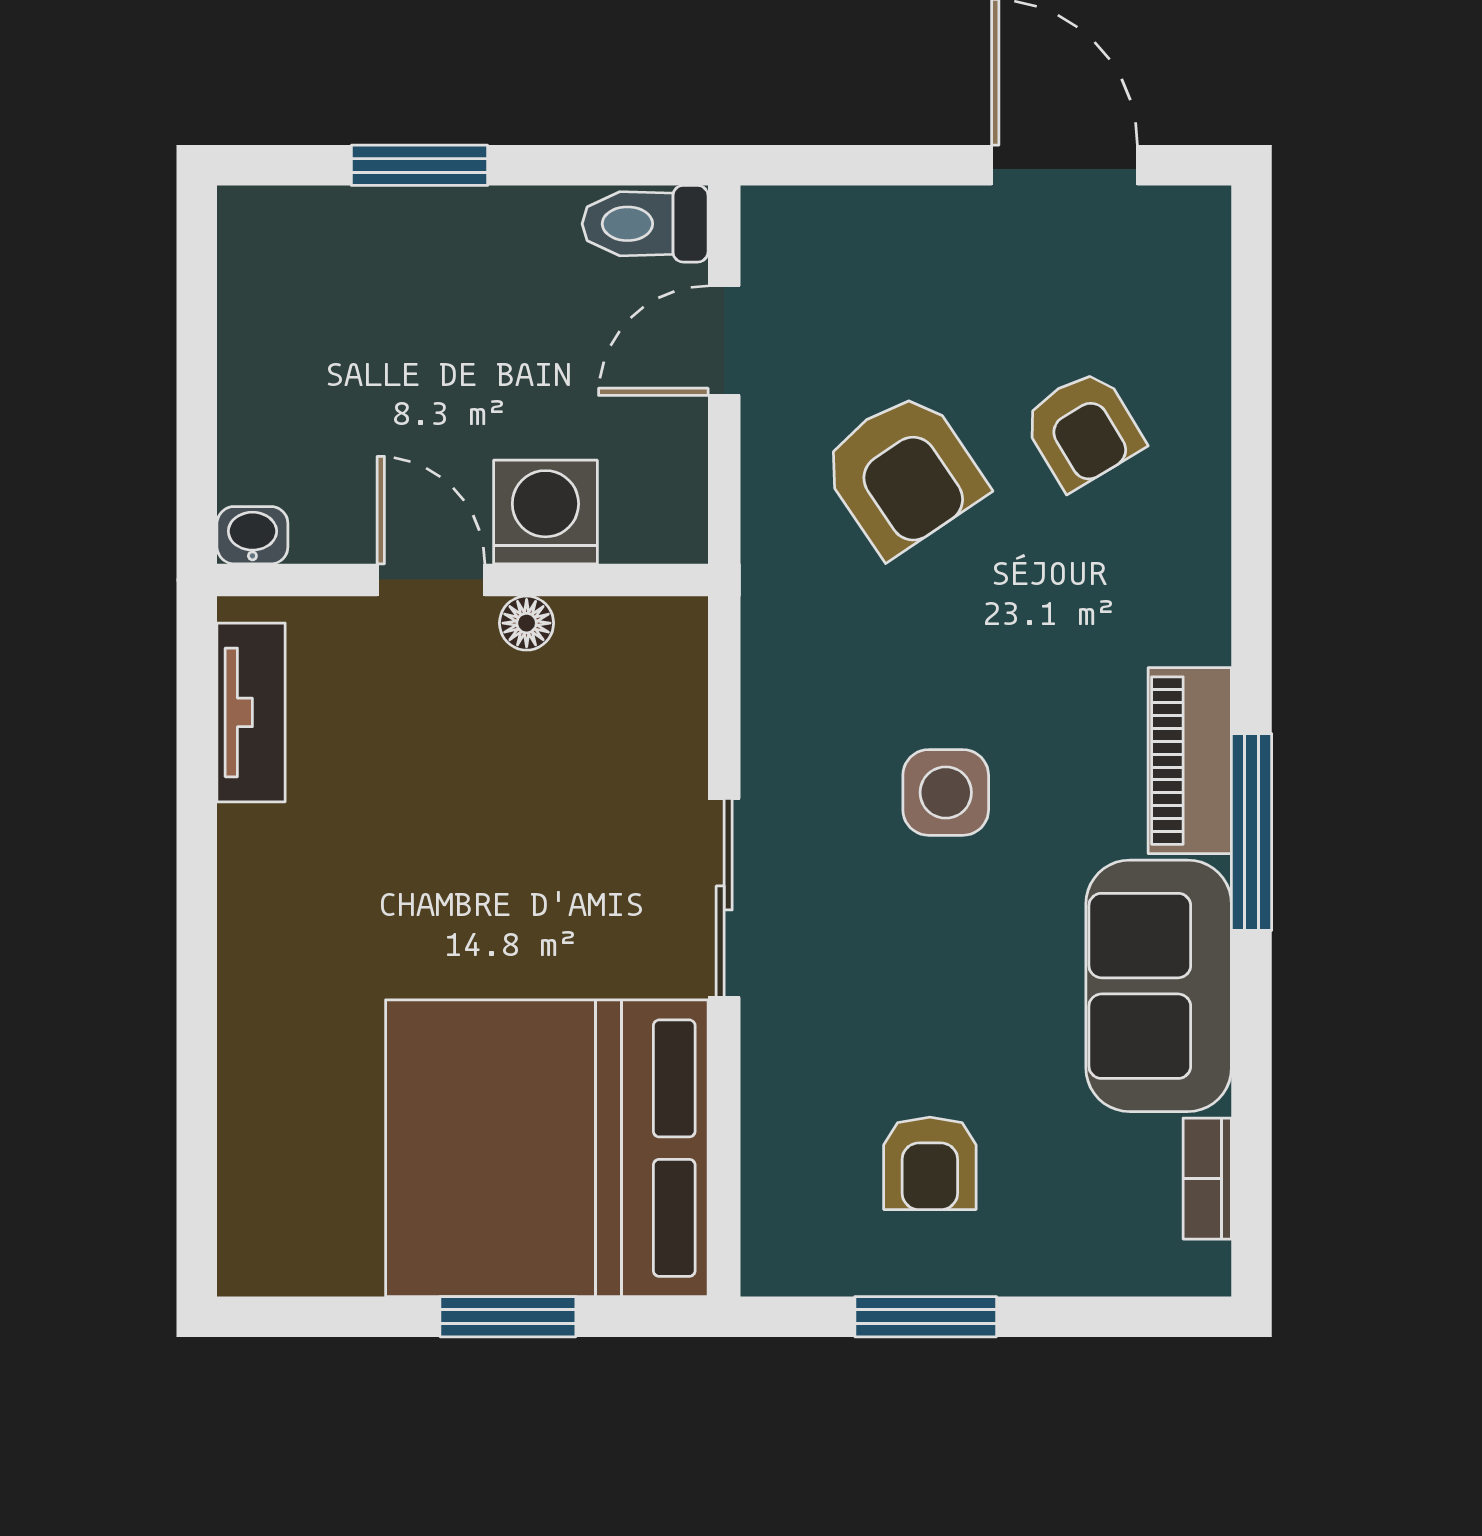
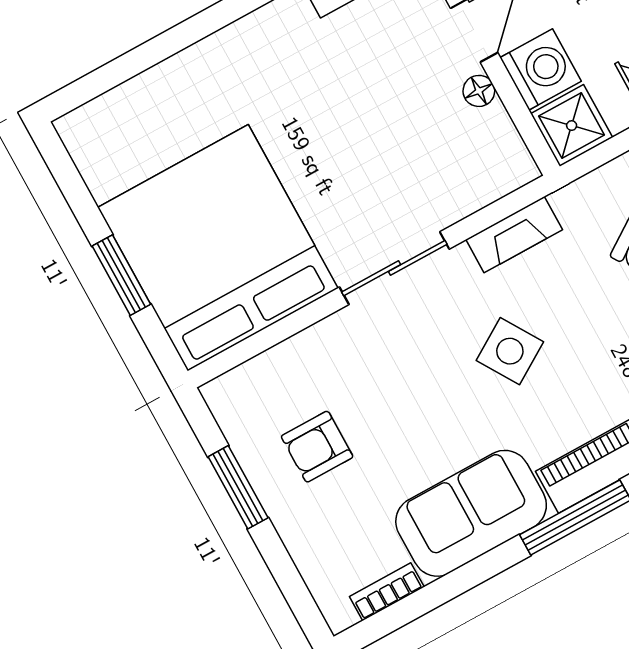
shower: (656, 512) -> (572, 126), added
fireplace: (773, 689) -> (514, 235), added
side table: (946, 792) -> (510, 351), turned -32

